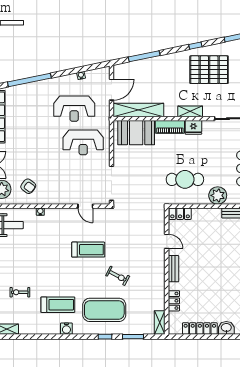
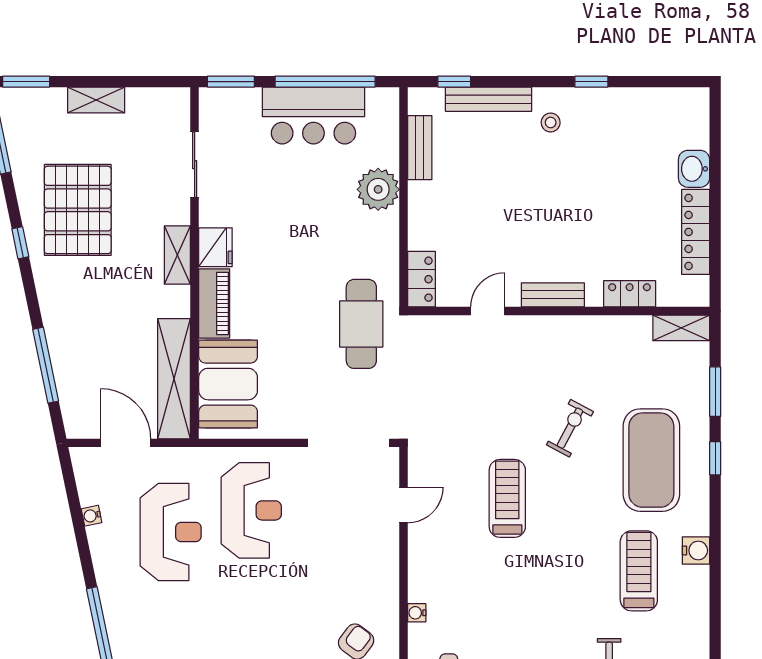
cafe table: (185, 179) -> (361, 324), moved

